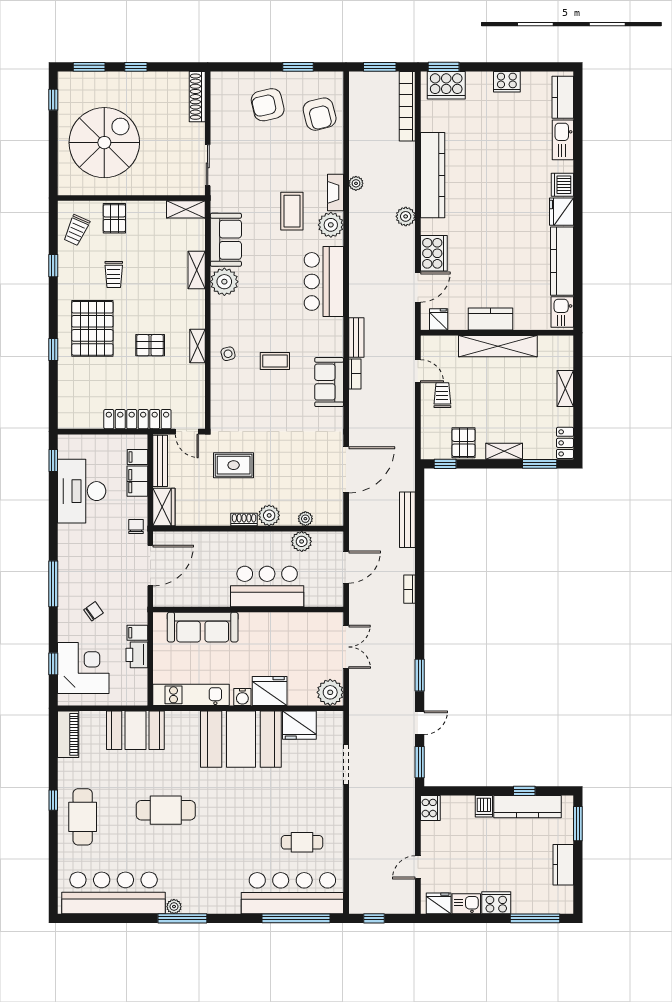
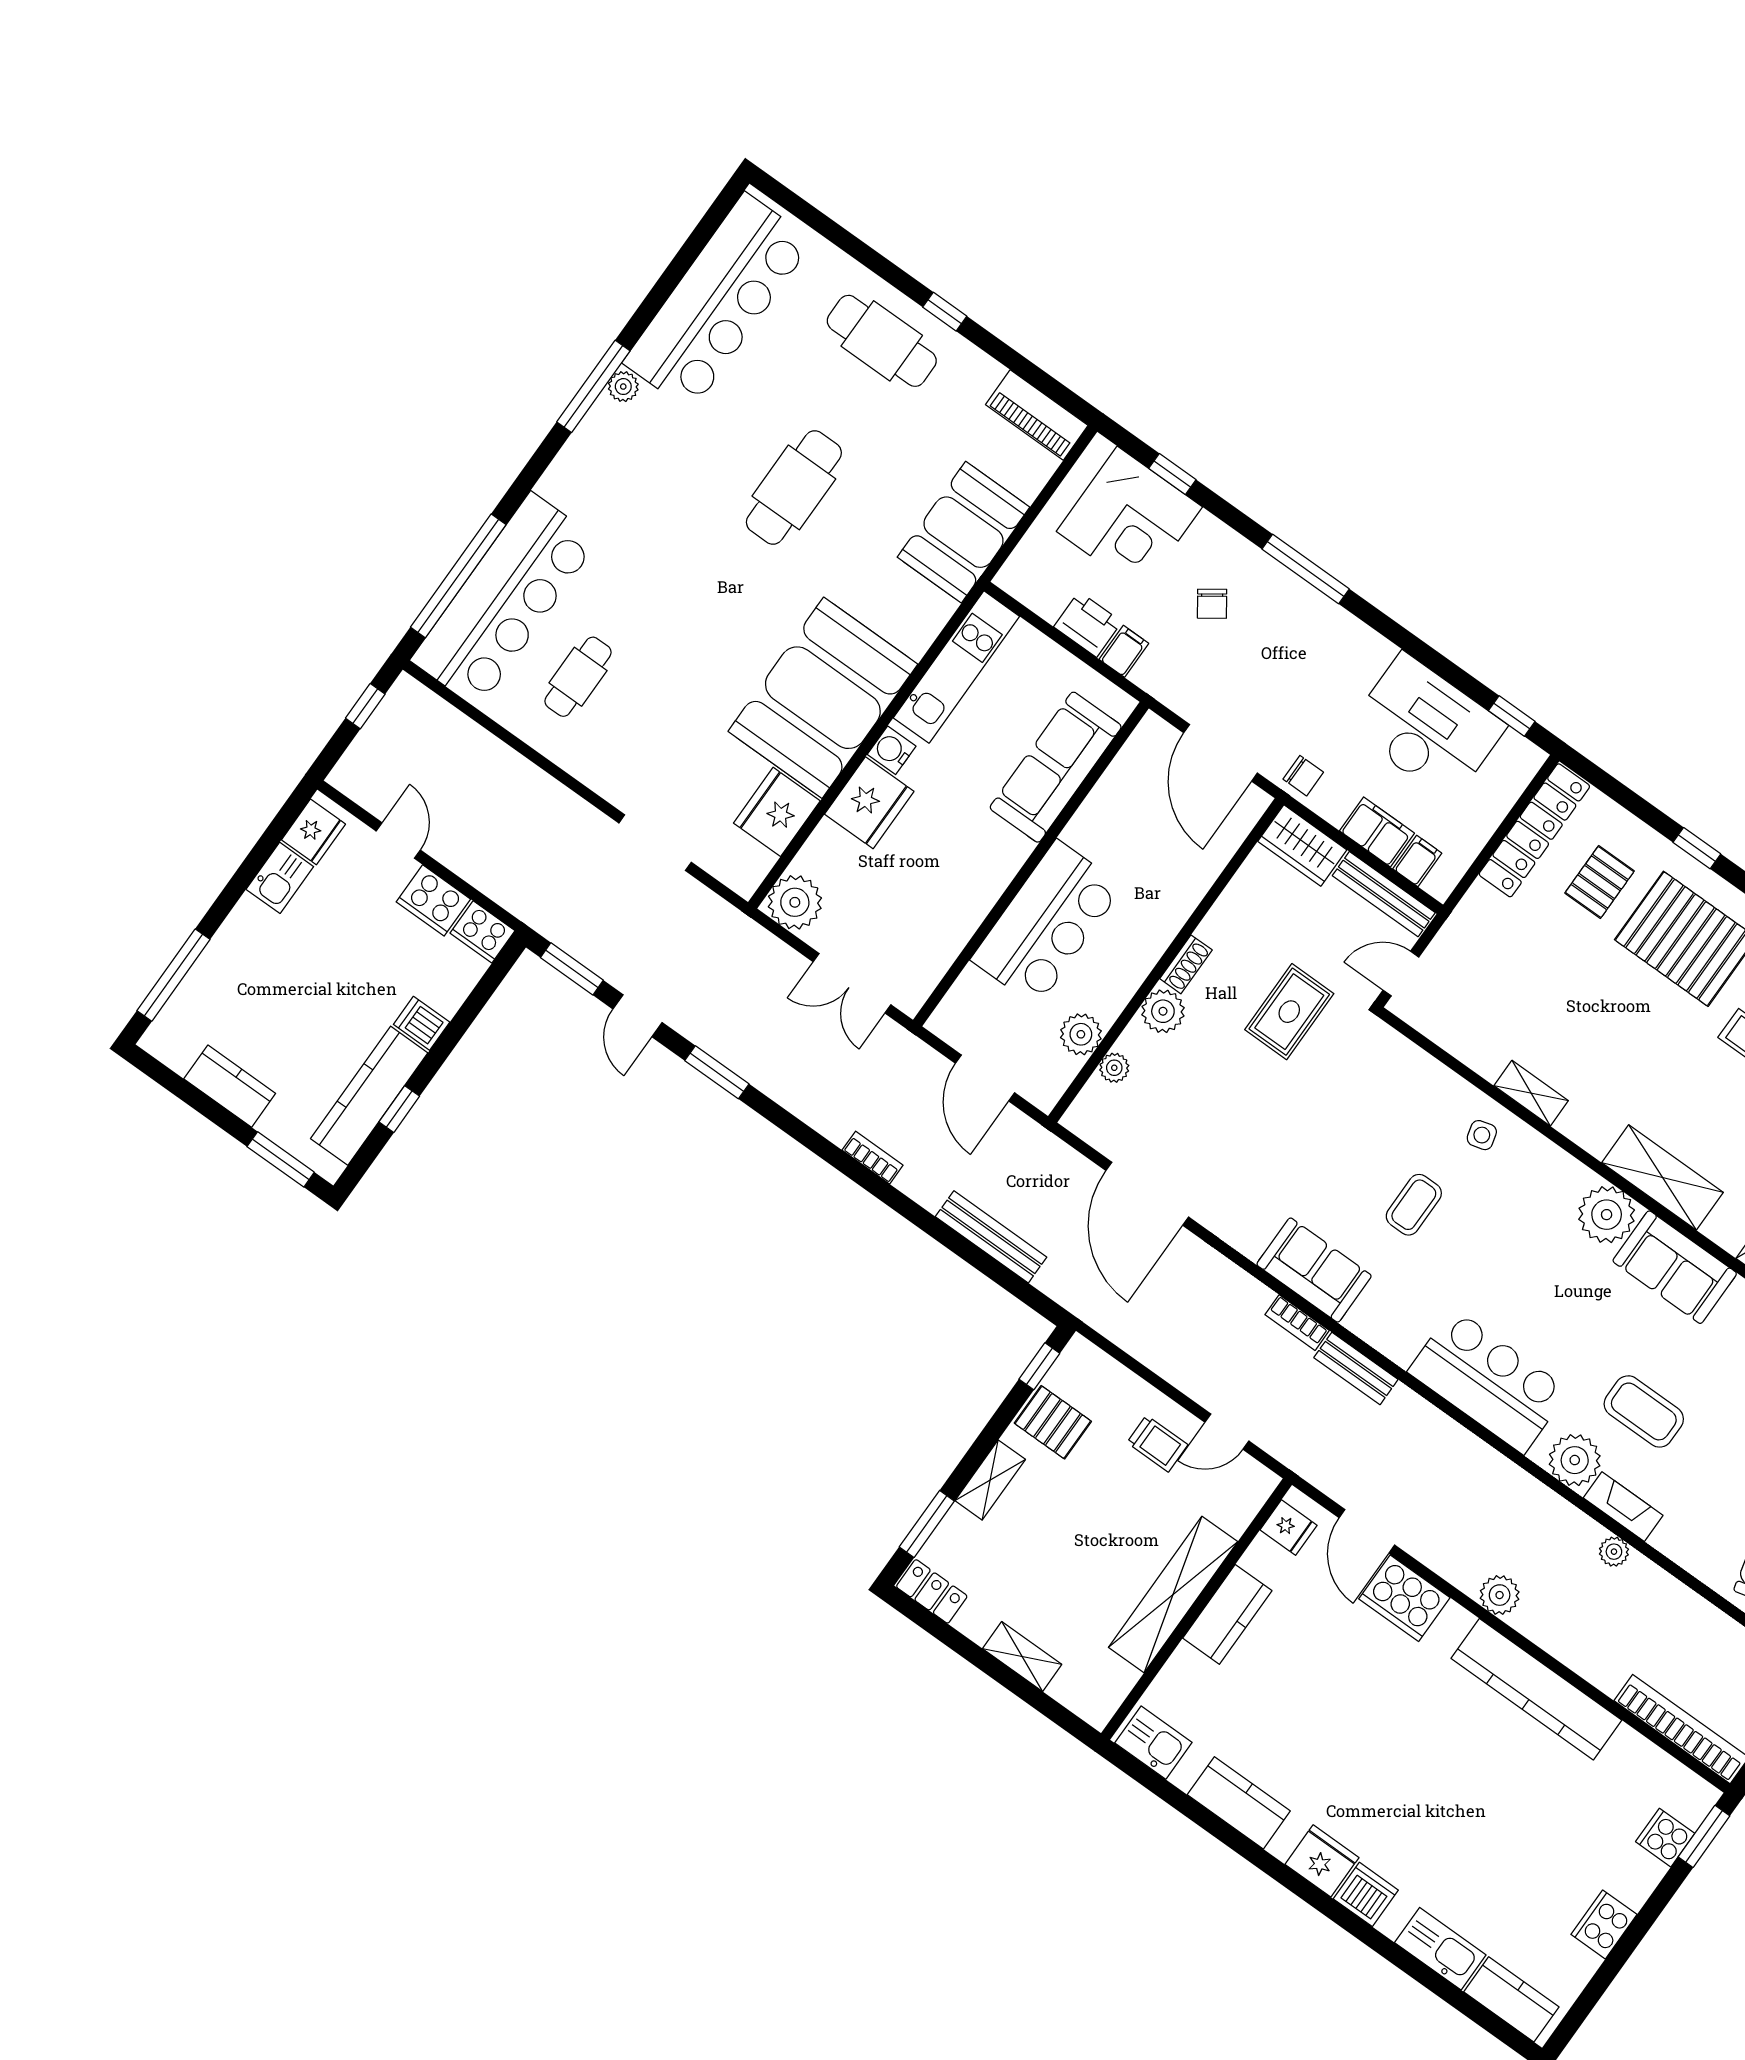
cooker: (446, 85) -> (1665, 1838), width x0.53, depth x0.76
kitchen counter: (562, 261) -> (1239, 1803), width x0.67
shelving: (197, 270) -> (1662, 1177), width x1.50, depth x1.33
pallet: (150, 345) -> (1600, 882), moved
locker: (137, 419) -> (1534, 830), moved
cooker: (496, 903) -> (433, 900), moved, turned 90

